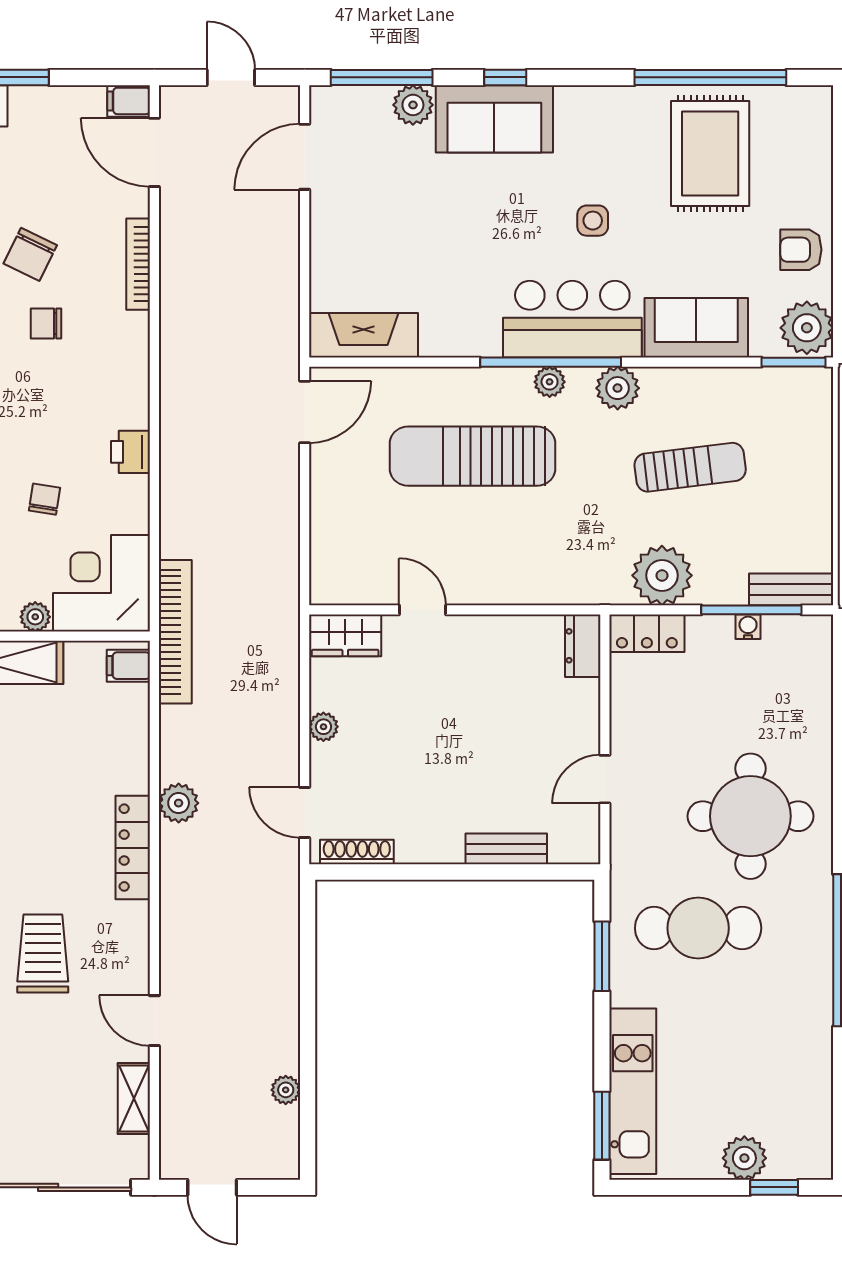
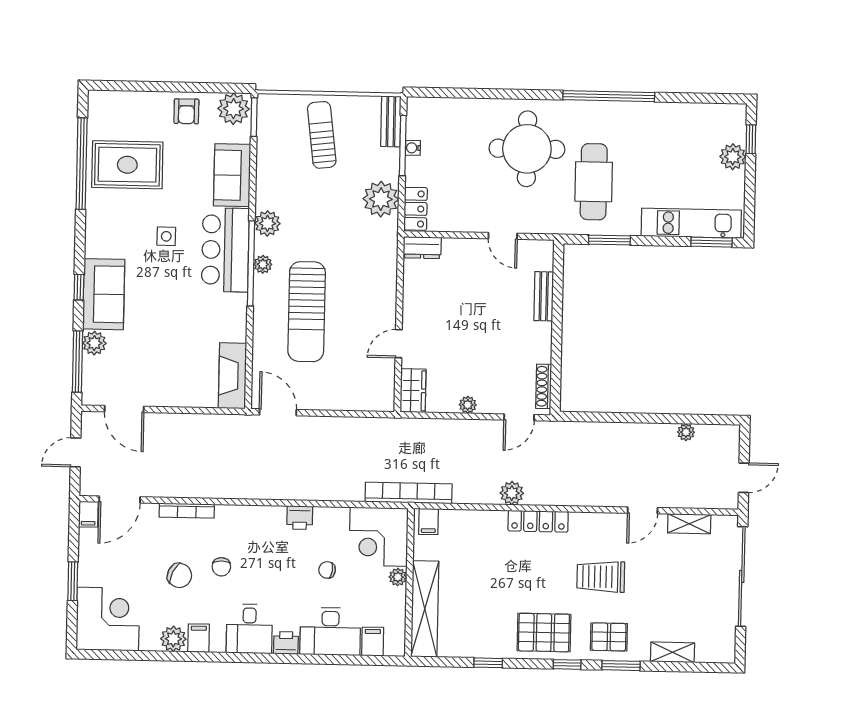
sun lounger: (690, 467) -> (322, 135), moved

